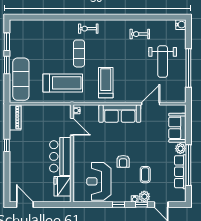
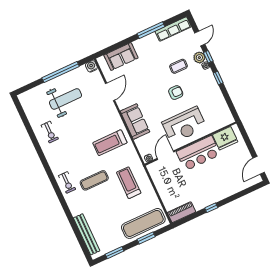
bench: (35, 25) -> (87, 234), added
water cooler: (181, 25) -> (91, 66), moved
window: (7, 65) -> (146, 238), moved
treadmill: (63, 83) -> (129, 183), width x0.73, depth x0.73
door: (151, 104) -> (110, 92), swing flipped
sofa: (120, 114) -> (135, 121), width x0.73
plant: (180, 149) -> (139, 45), removed
window: (188, 165) -> (151, 30), width x0.68
row of seats: (180, 172) -> (173, 29), moved
reception desk: (99, 181) -> (184, 125), moved

